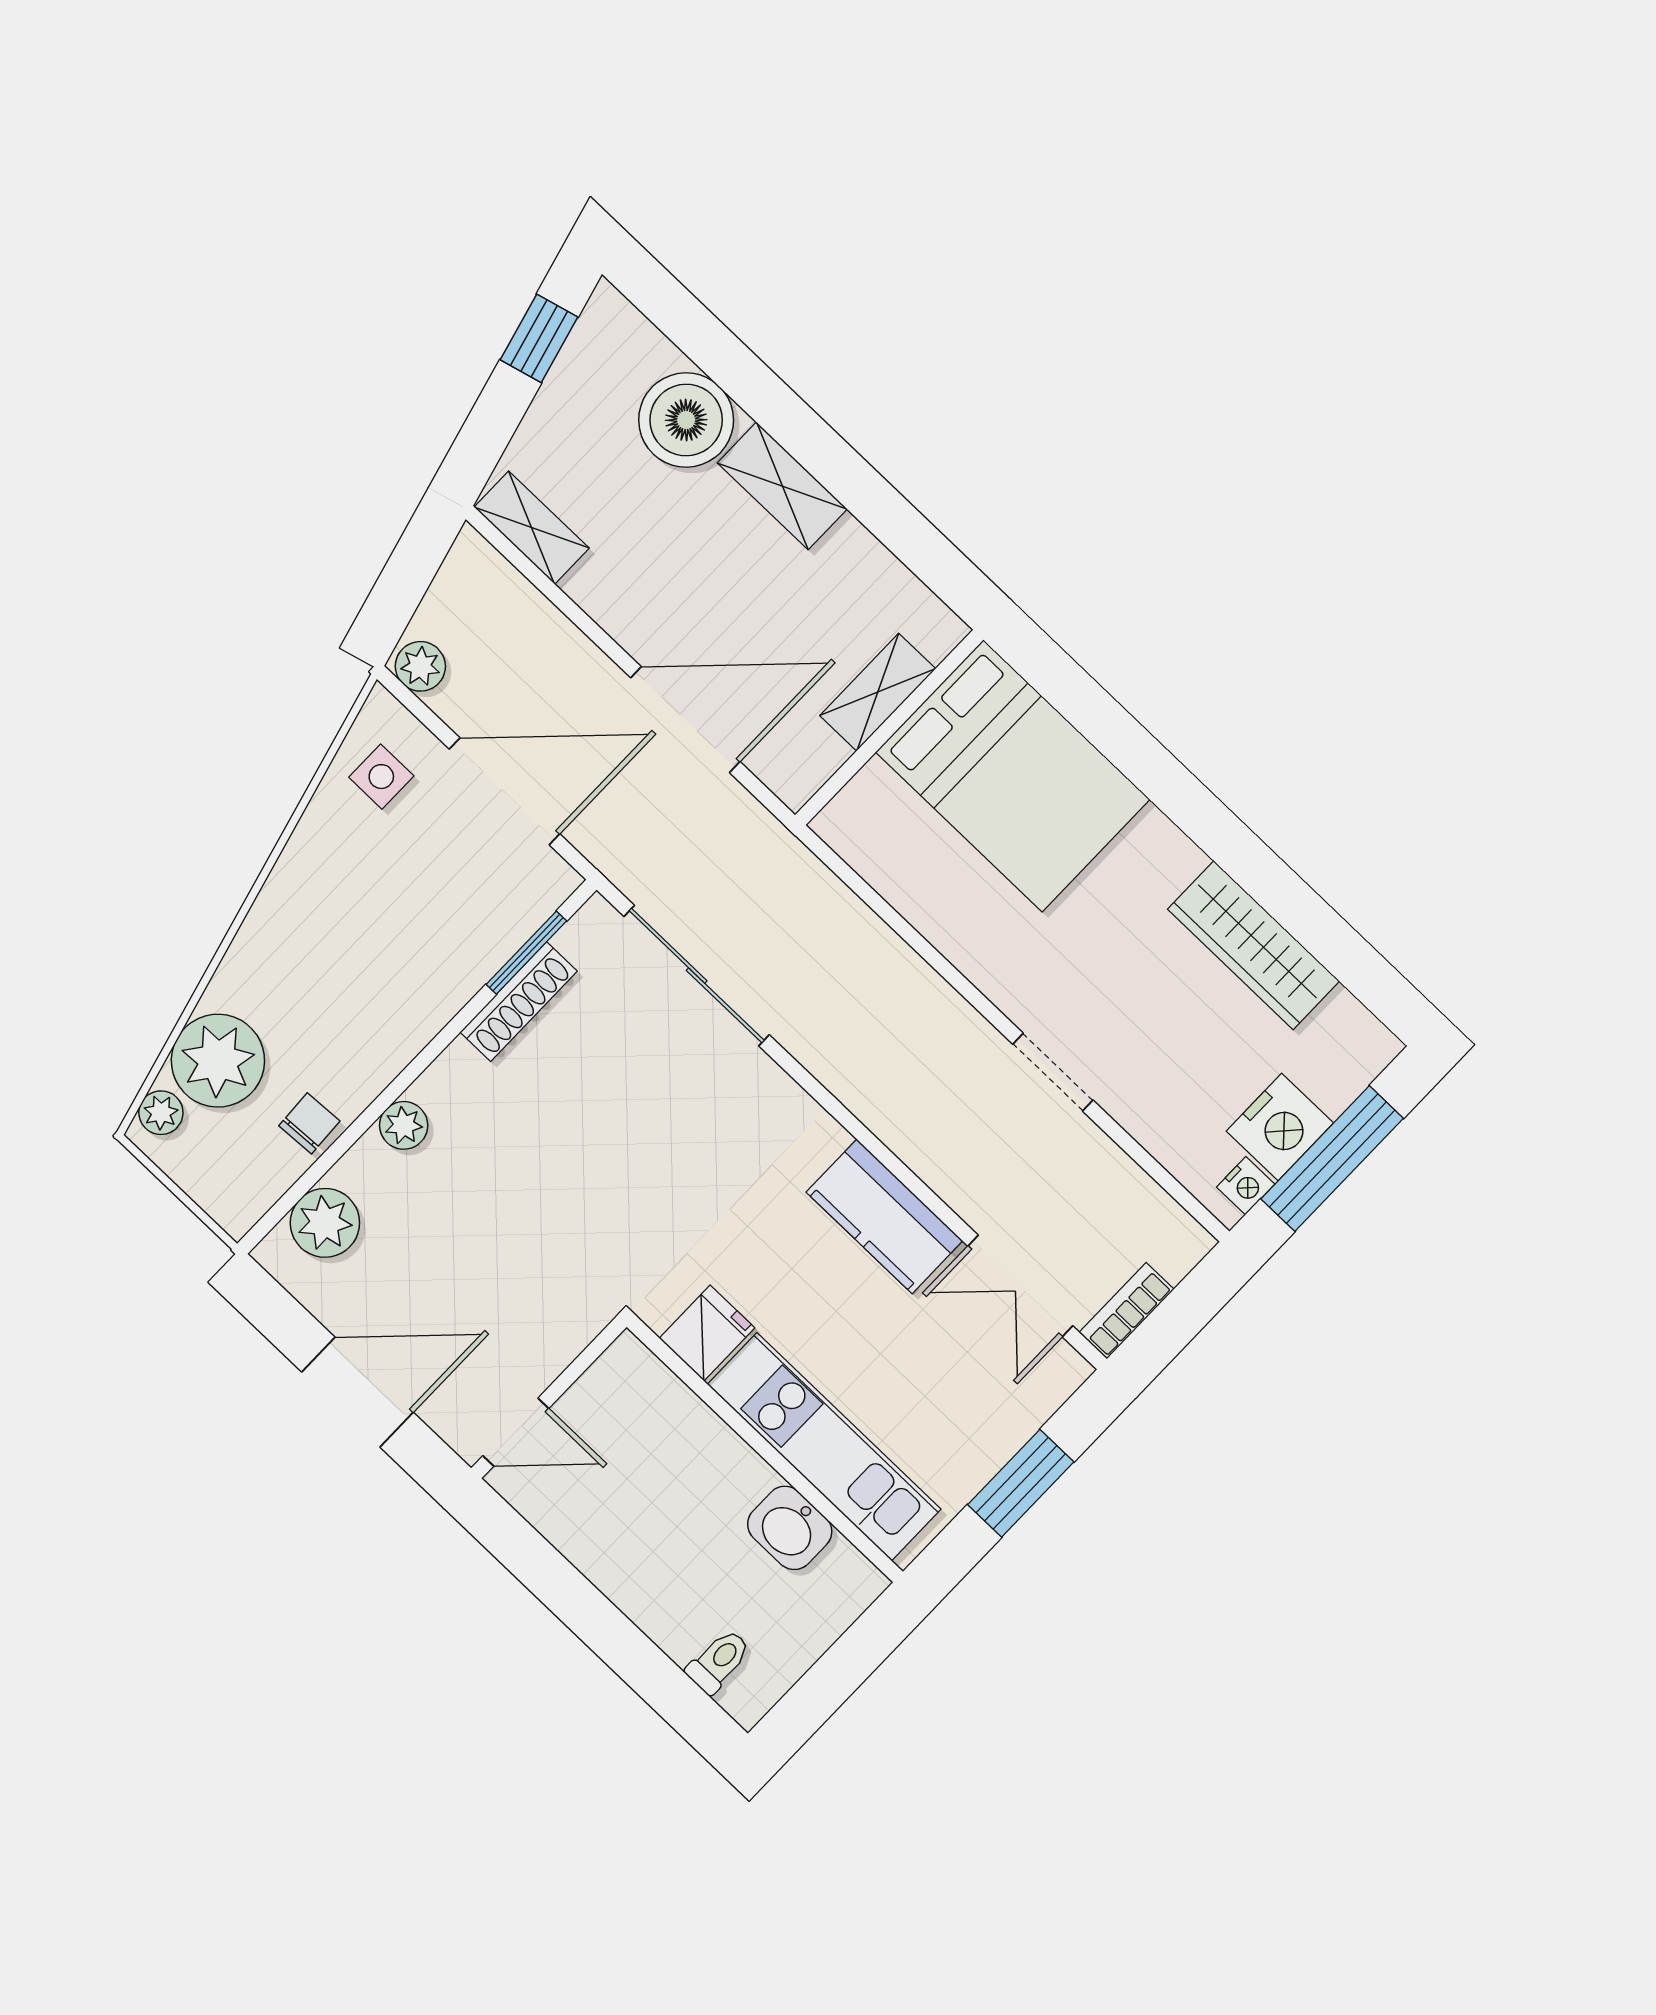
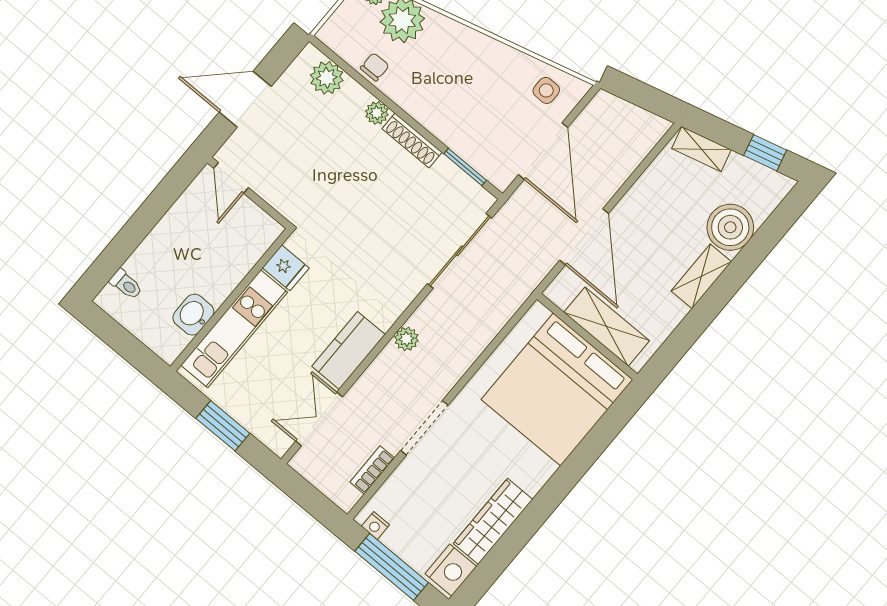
shelving: (532, 528) -> (701, 149), moved, turned 75
plant: (420, 666) -> (406, 339), moved
shelving: (878, 692) -> (607, 327), width x1.50, depth x1.33
bed: (1013, 776) -> (557, 390), width x1.36
shoe rack: (519, 1002) -> (412, 141), moved
doorway: (1053, 1072) -> (424, 428), width x1.38
chair: (309, 1123) -> (375, 67), turned -87
nightstand: (1280, 1127) -> (451, 570), moved, turned -90
bookcase: (1127, 1311) -> (372, 470), moved, turned -90
door: (357, 1392) -> (245, 99), swing flipped

